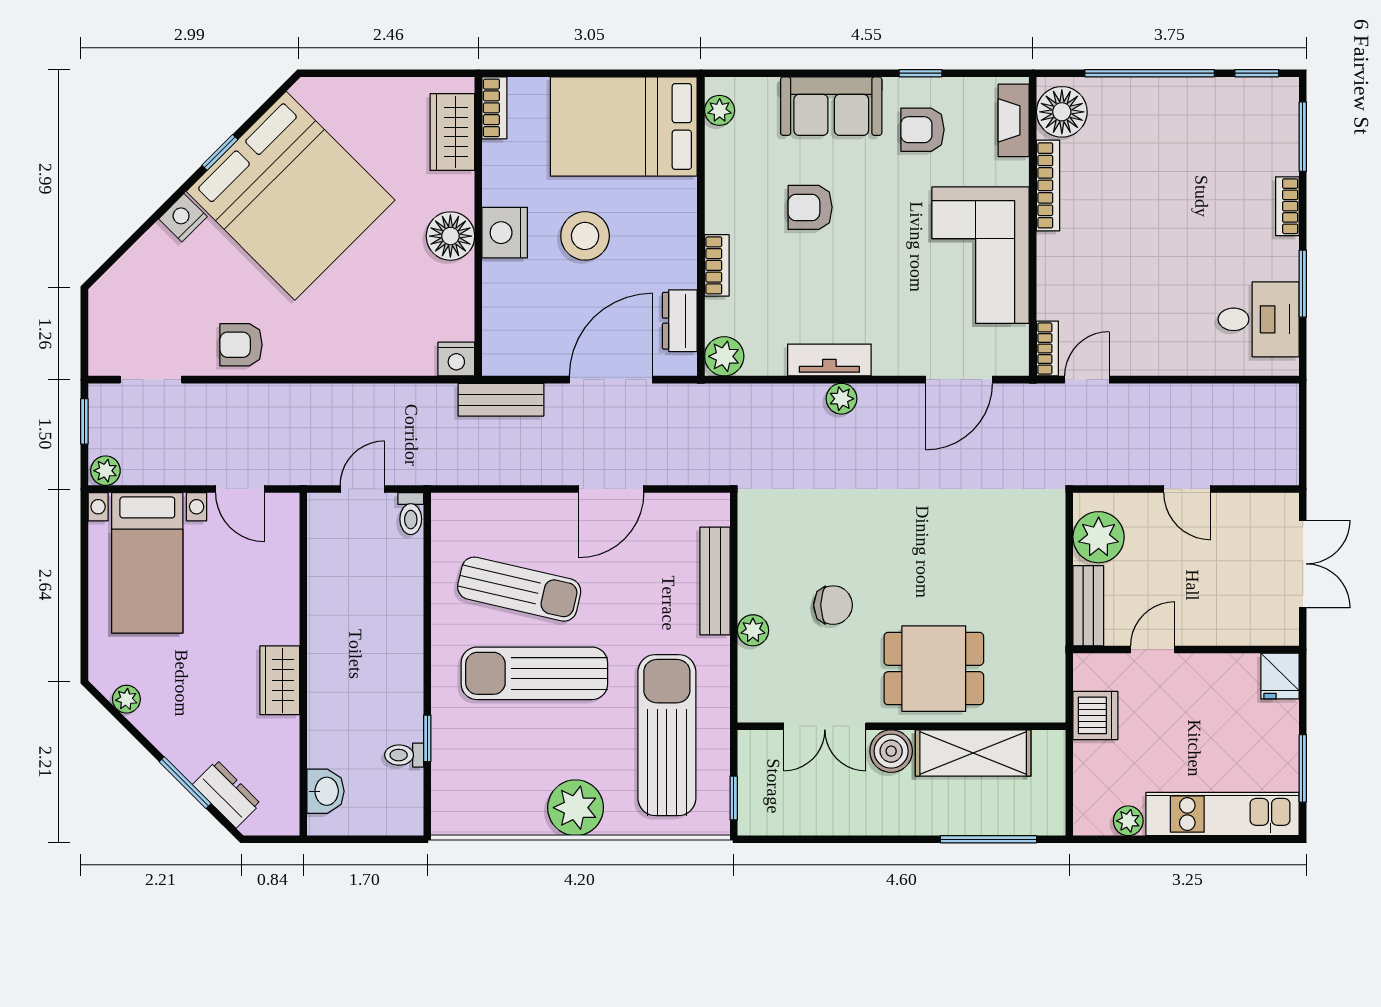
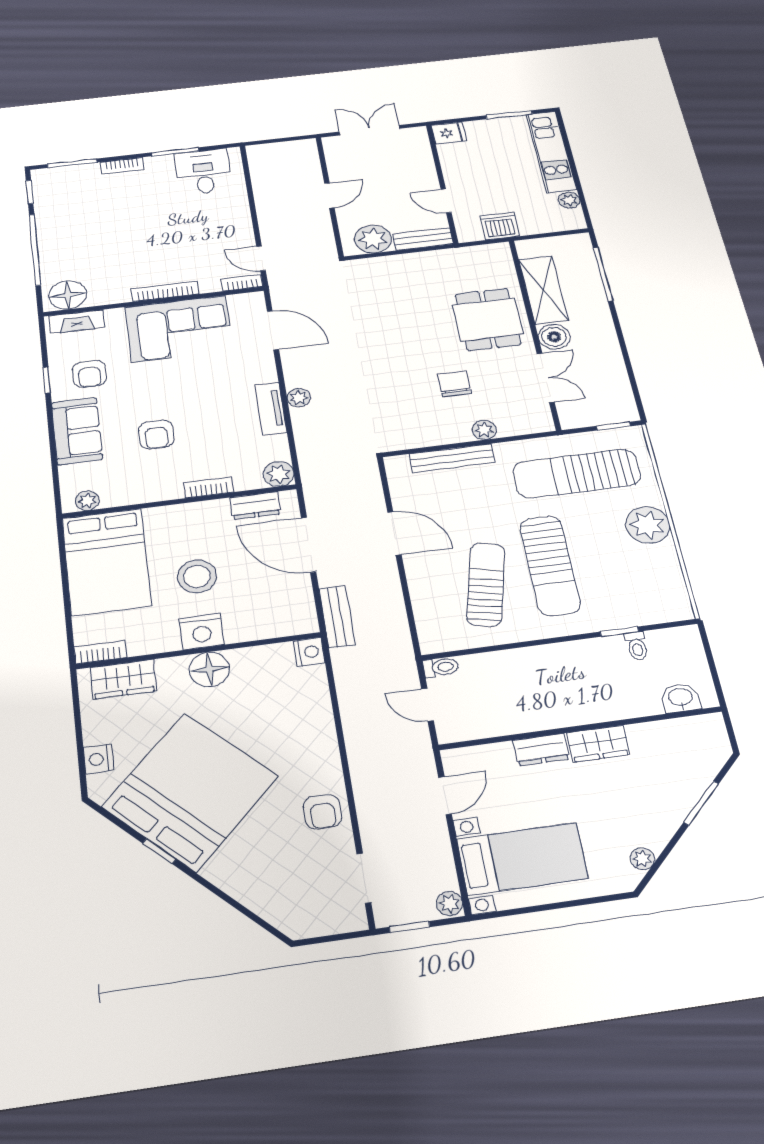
bookcase: (1048, 185) -> (165, 291), moved
nightstand: (183, 218) -> (99, 759), moved, turned 45
dresser: (227, 794) -> (541, 750), moved, turned -135

